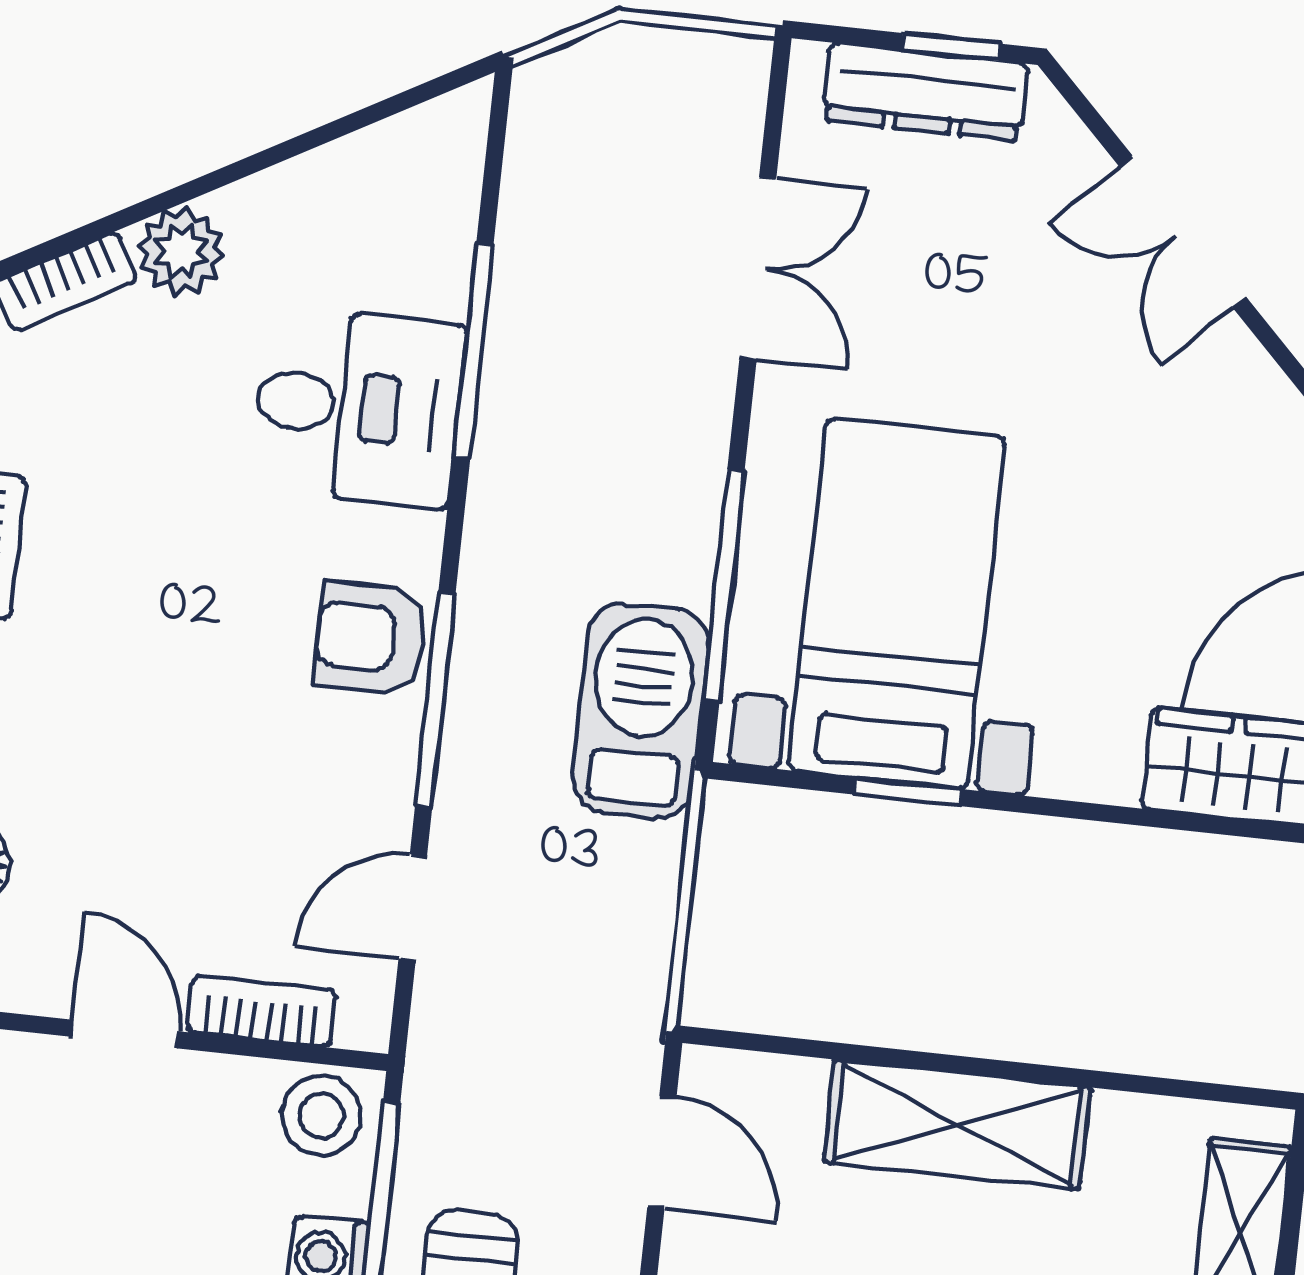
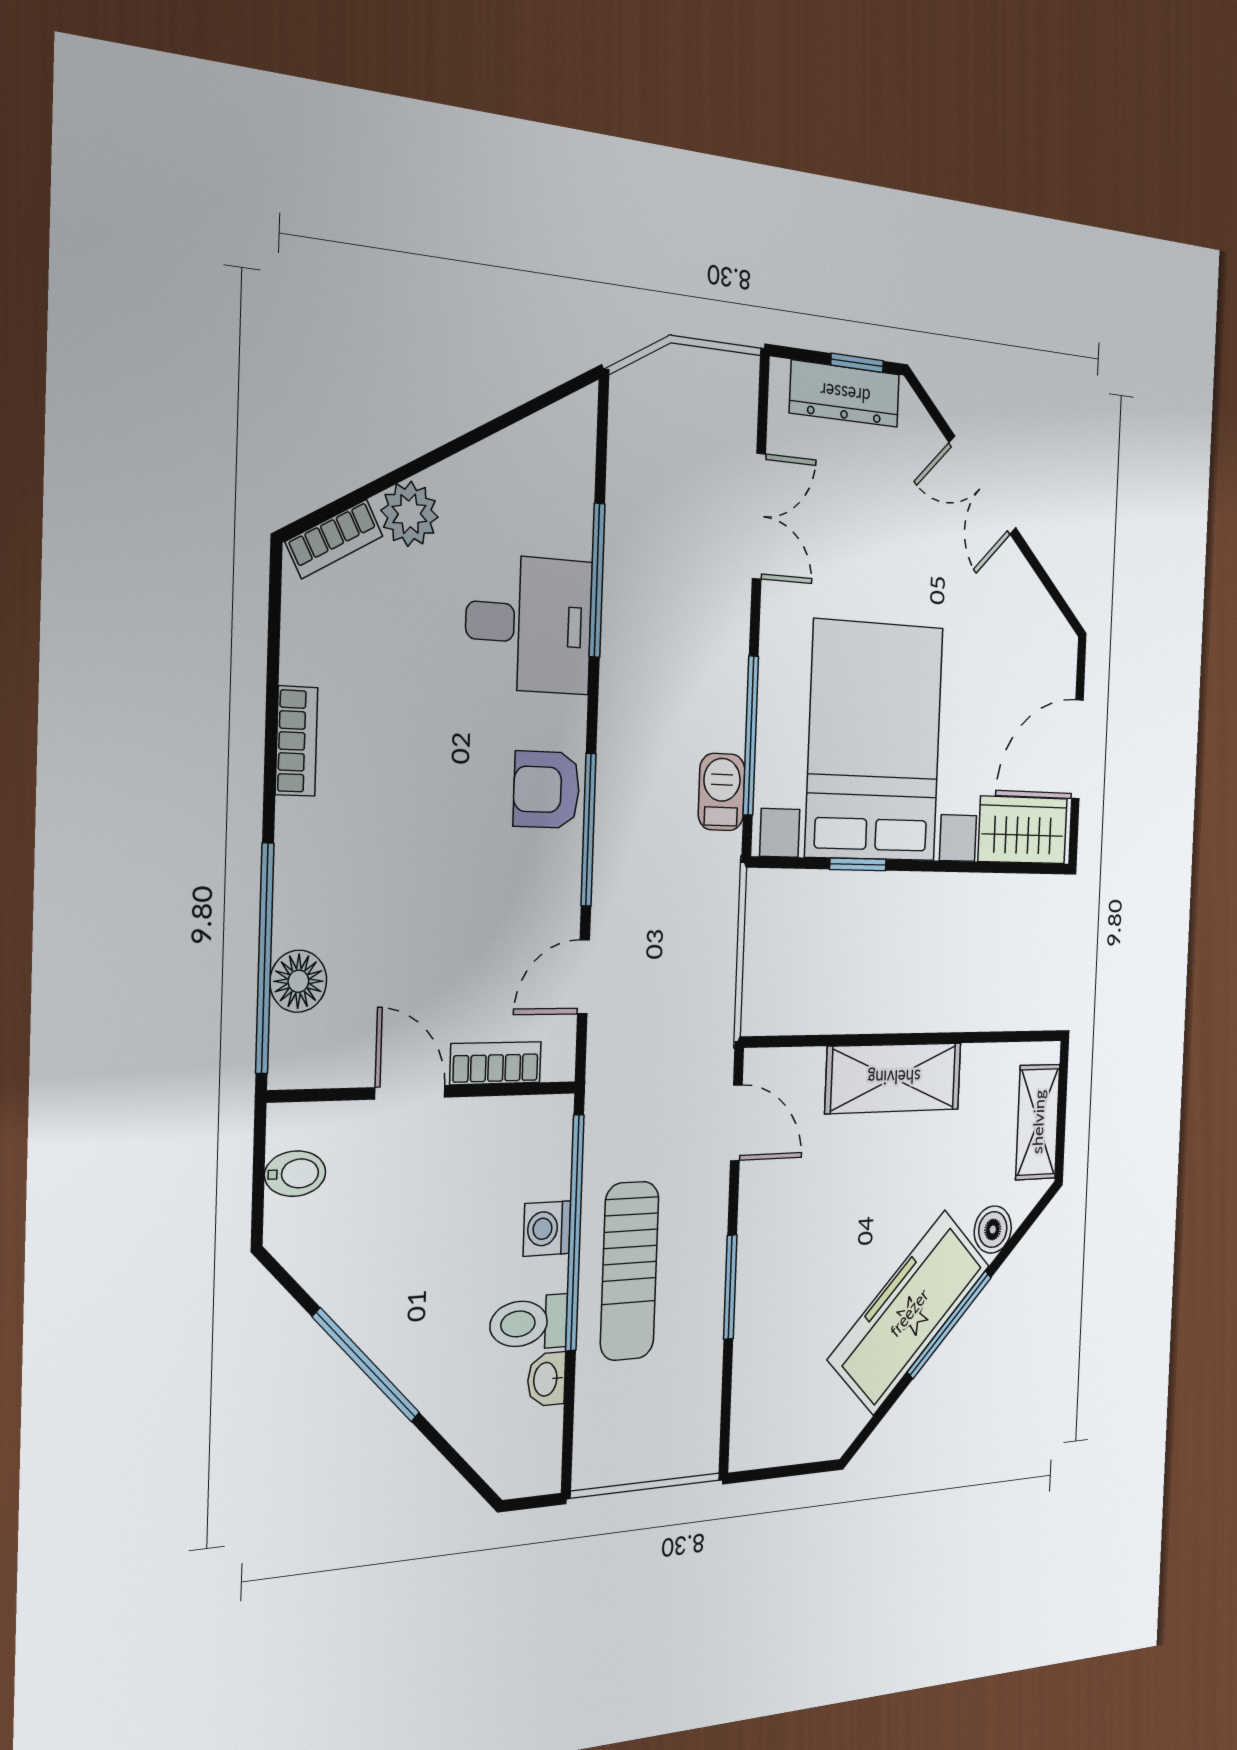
bed with nightstands: (897, 603) -> (874, 741), width x1.36
barbecue: (640, 711) -> (722, 792), width x0.53, depth x0.65
stool: (321, 1116) -> (537, 1131), removed

